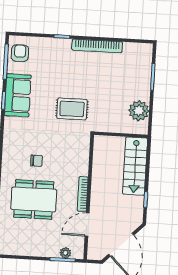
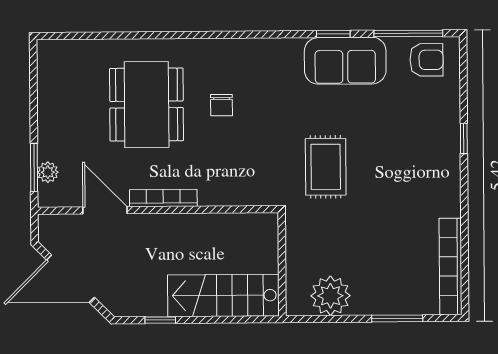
bookcase: (97, 46) -> (451, 267), moved

